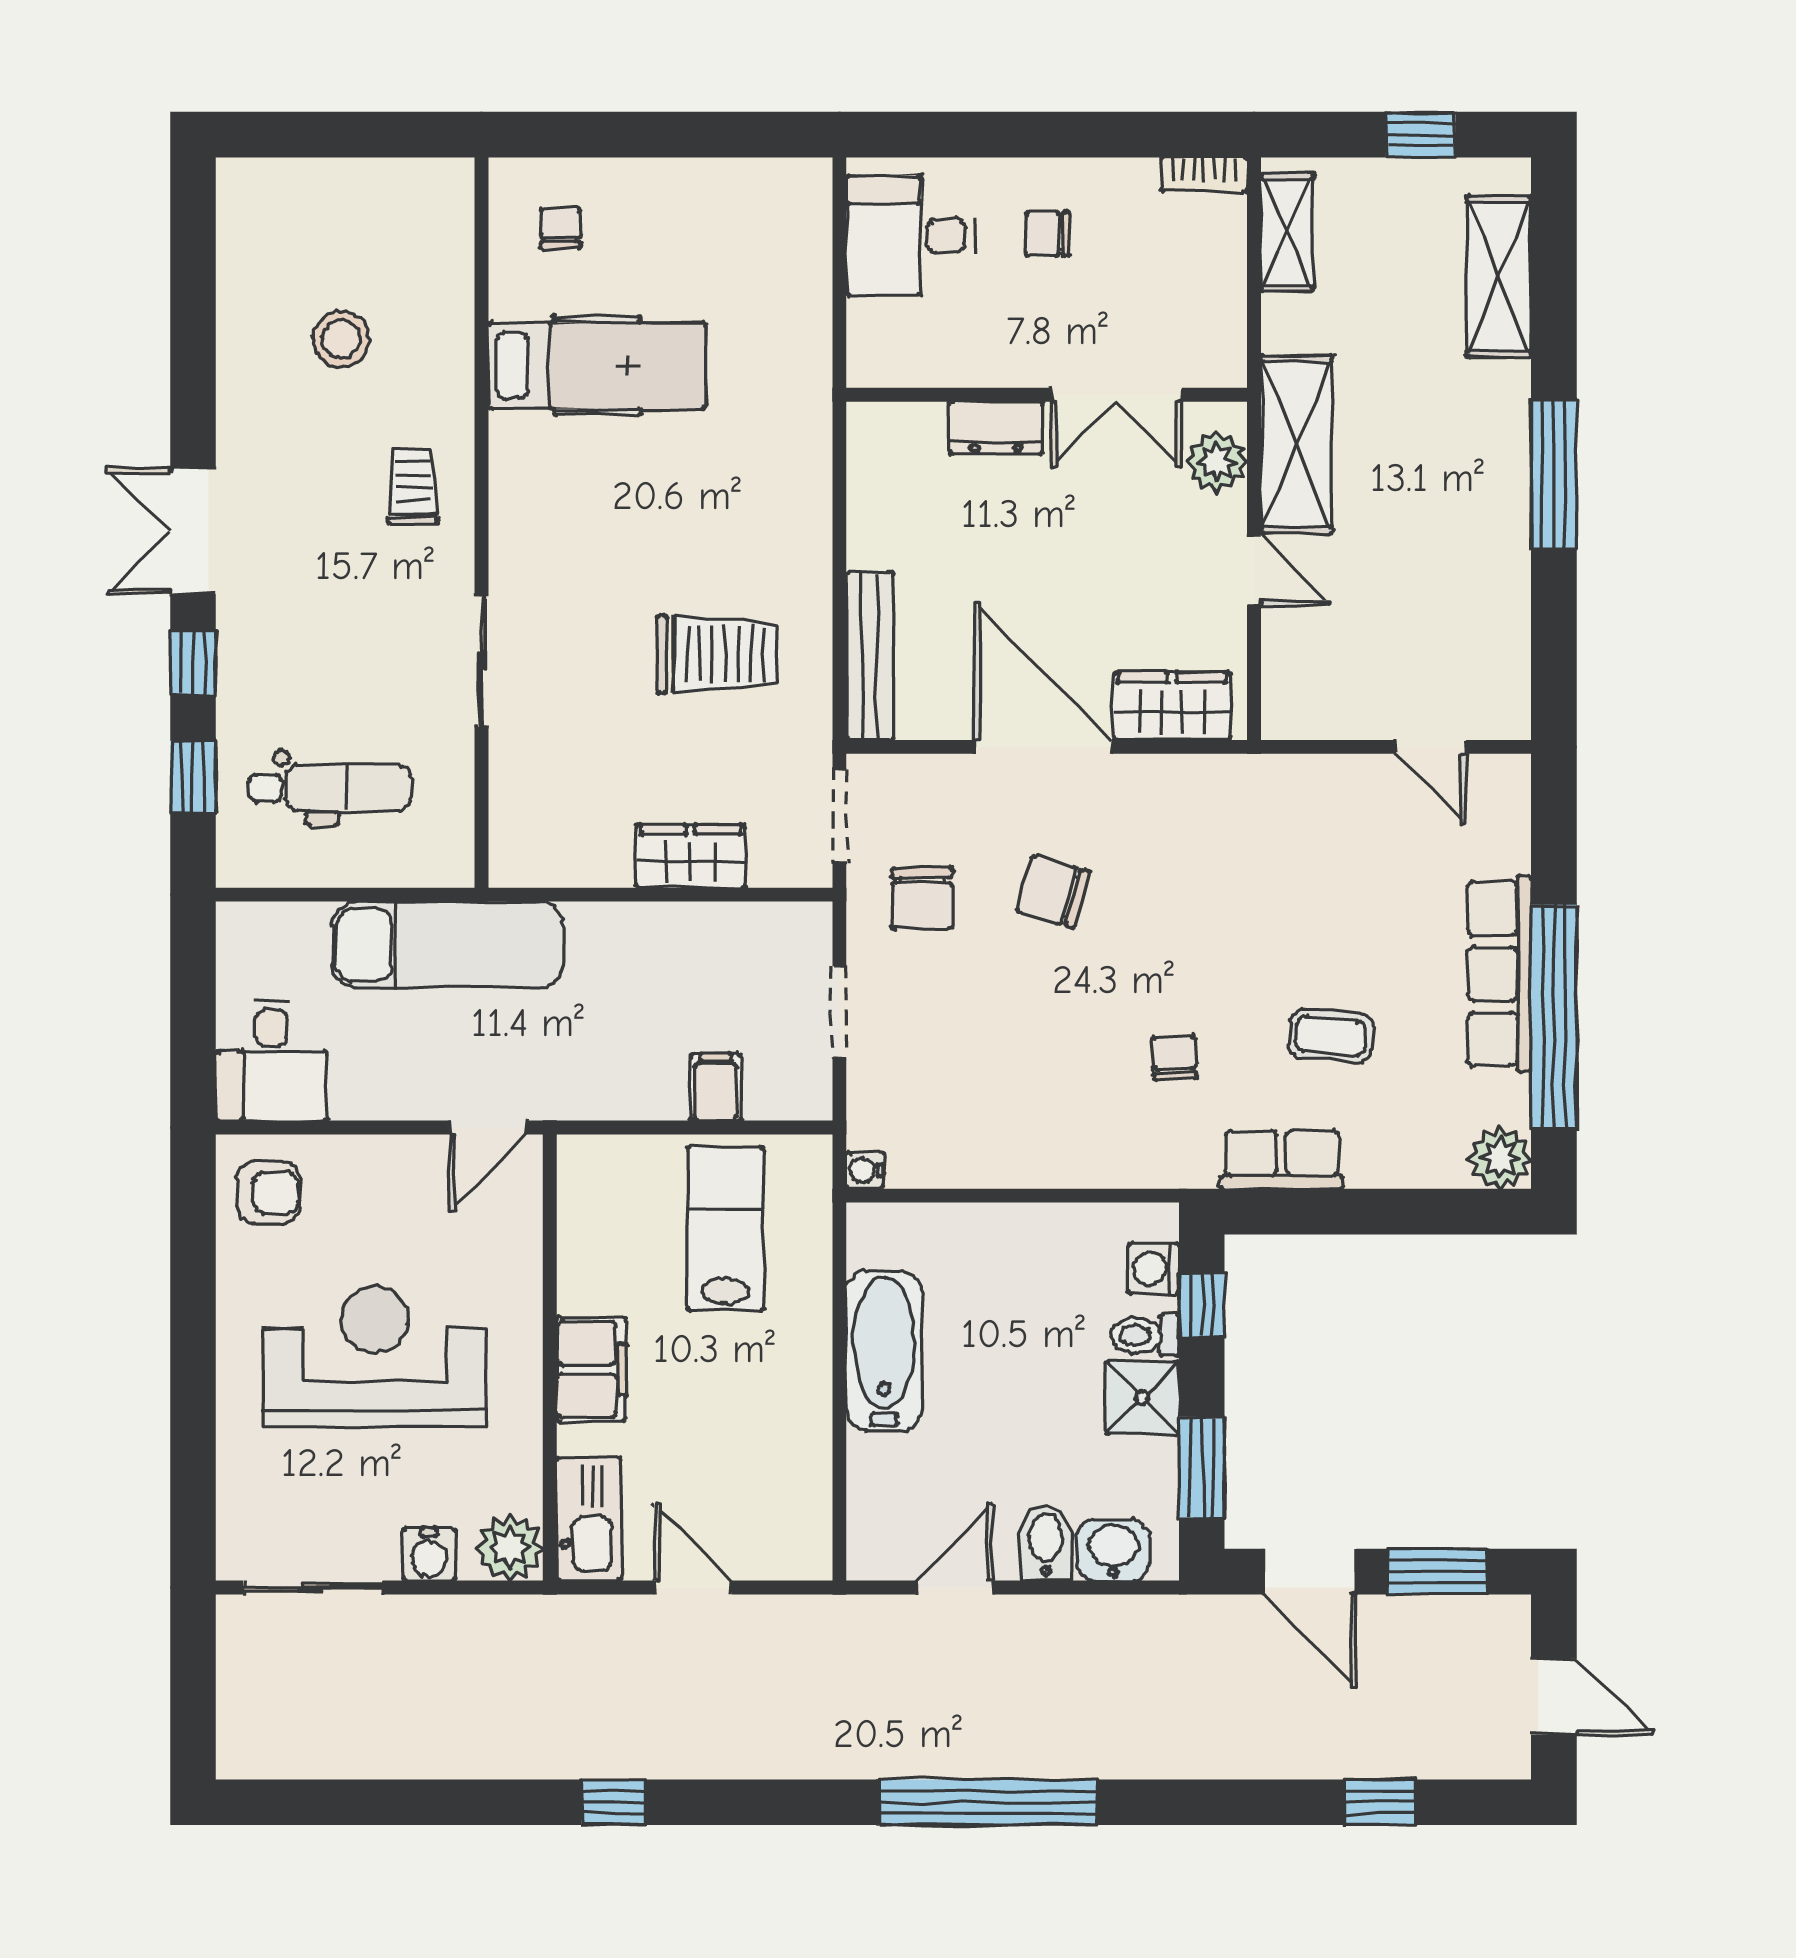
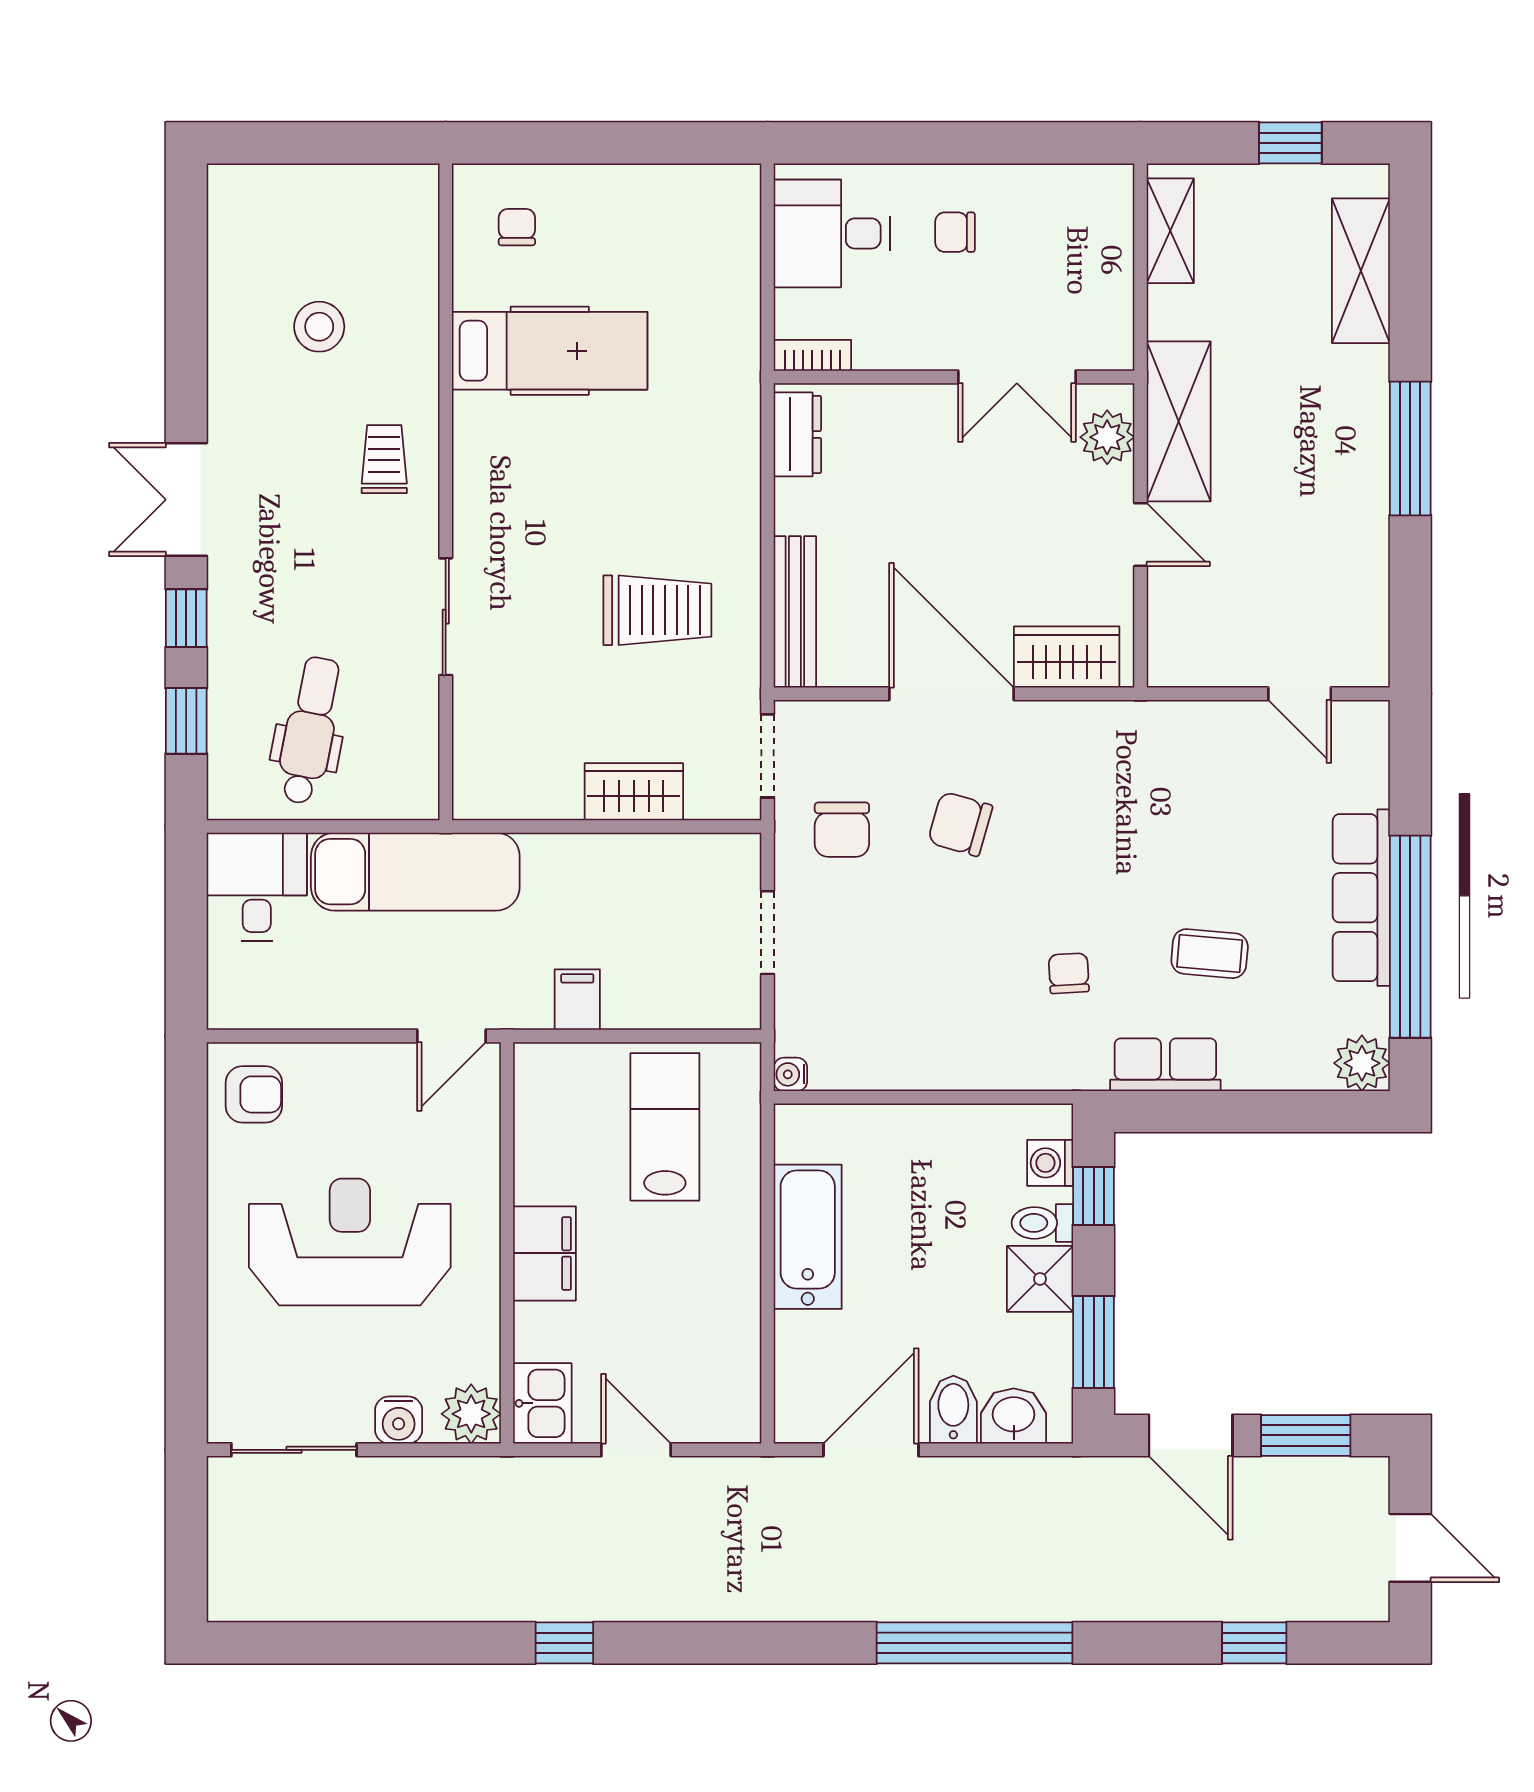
bookcase: (1204, 175) -> (812, 355), moved, turned 180
dresser: (996, 428) -> (797, 434), moved, turned -90
dental chair: (330, 788) -> (310, 730), turned -79
desk: (271, 1061) -> (257, 887), moved, turned 180
filing cabinet: (716, 1087) -> (577, 1000), moved
kitchen sink: (589, 1519) -> (542, 1403), width x0.73
door: (954, 1588) -> (871, 1450), width x1.38
window: (988, 1802) -> (975, 1643), moved

